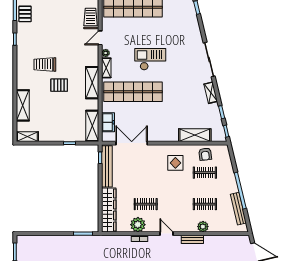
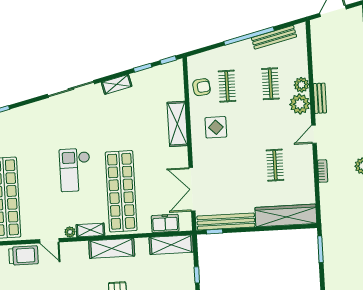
trolley: (90, 18) -> (24, 256), turned 180
shelving: (195, 135) -> (177, 124), moved
plant: (138, 225) -> (300, 104), moved

